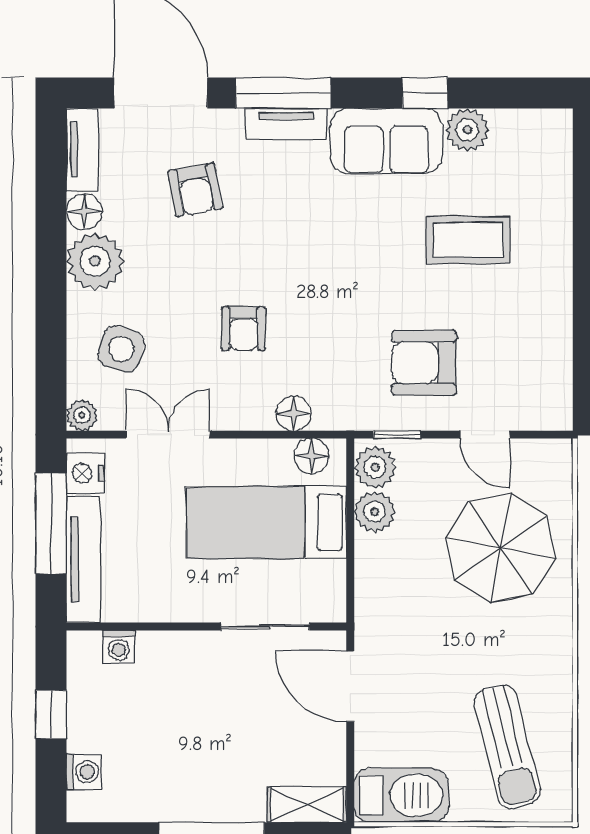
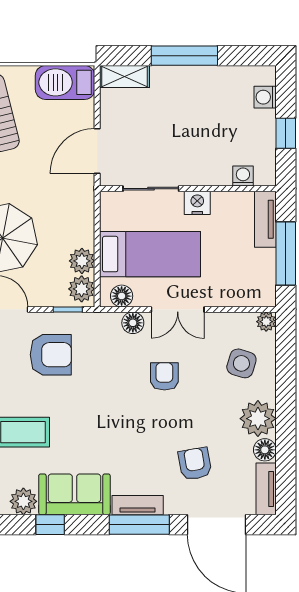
double door: (168, 435) -> (178, 309), moved
nightstand: (85, 473) -> (197, 203), moved, turned -90
tv unit: (83, 560) -> (265, 219), width x0.71
door: (350, 686) -> (97, 151), swing flipped

